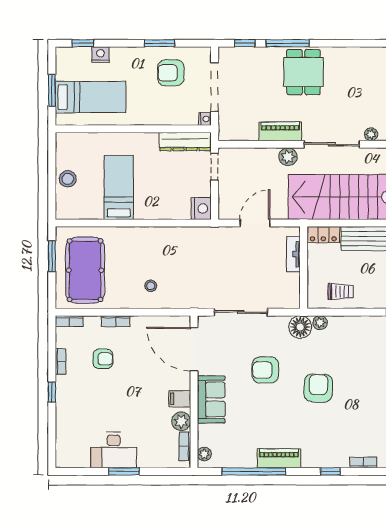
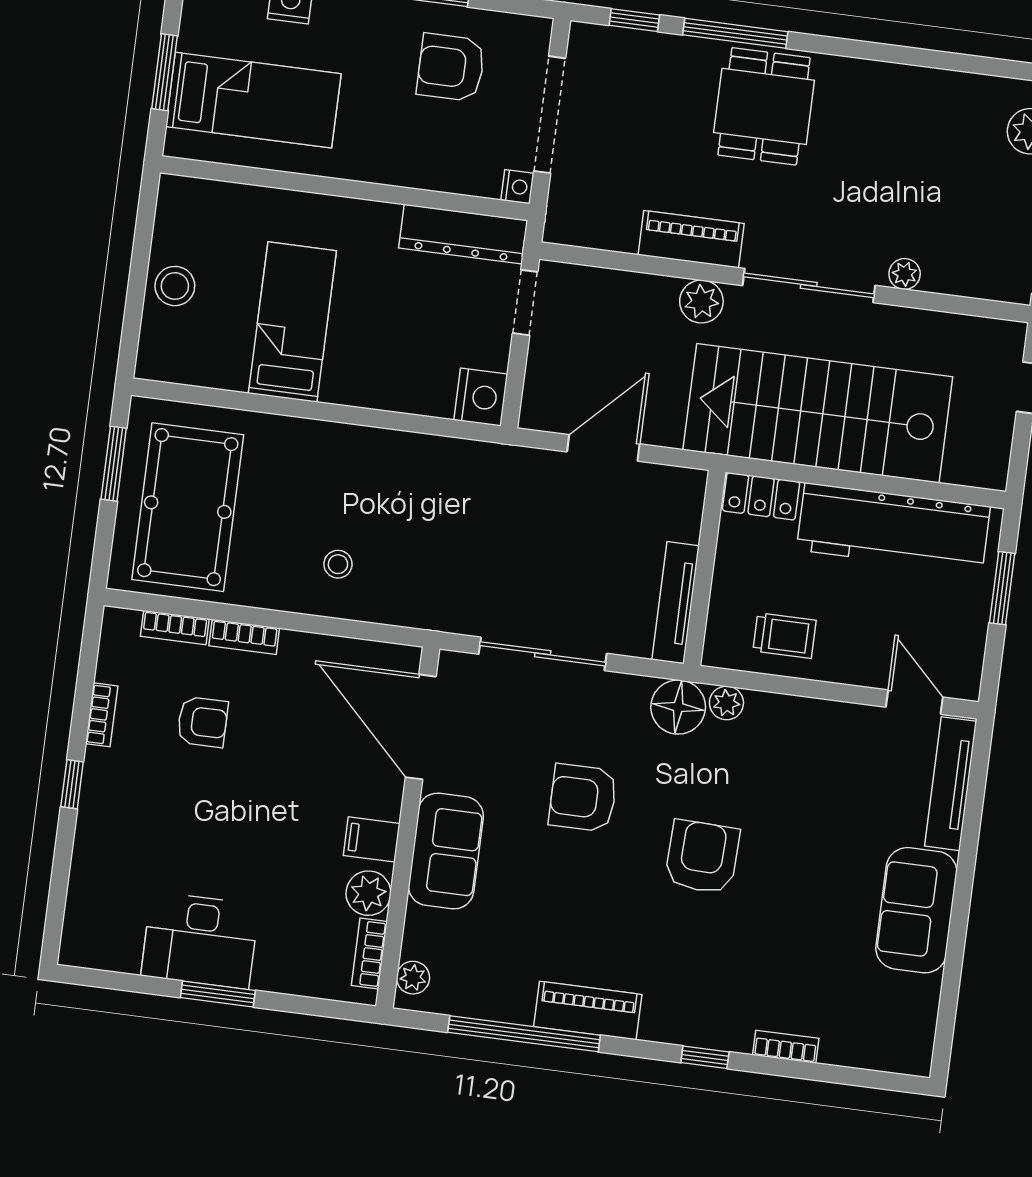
tv unit: (293, 254) -> (676, 603), moved, width x1.41
bookcase: (69, 321) -> (175, 628), moved

